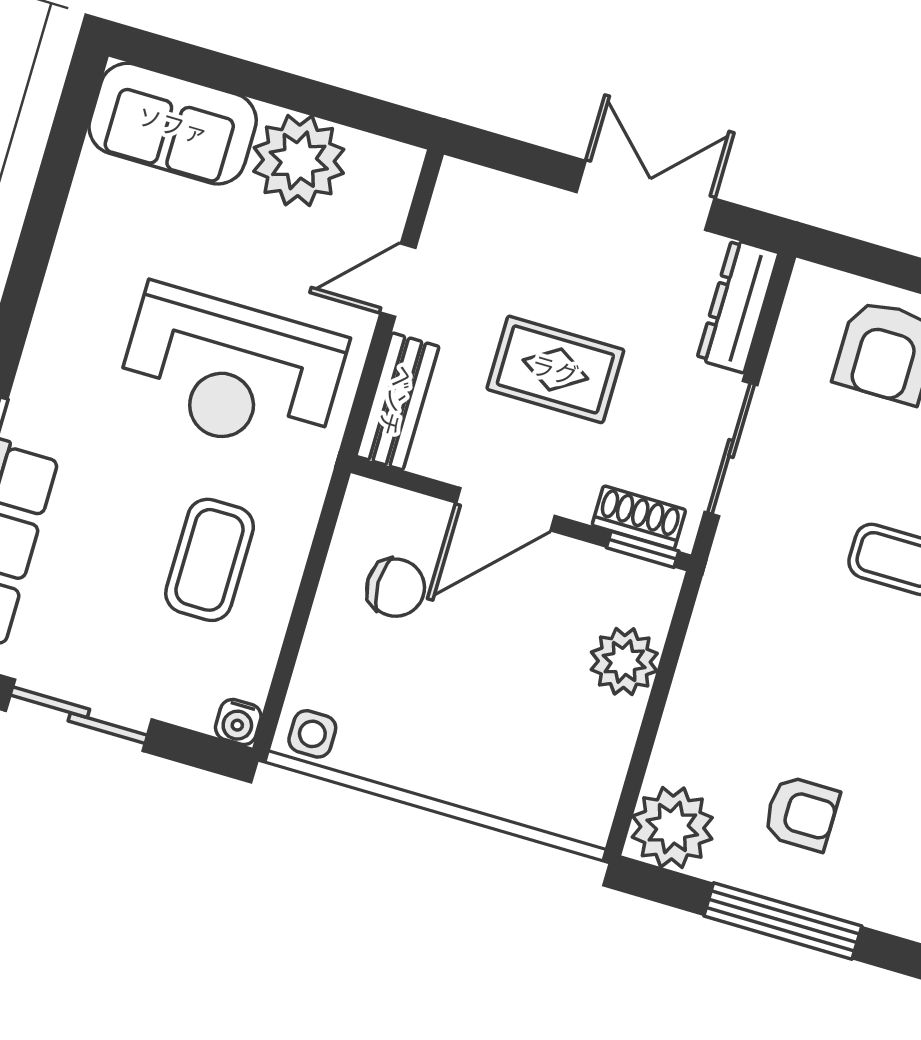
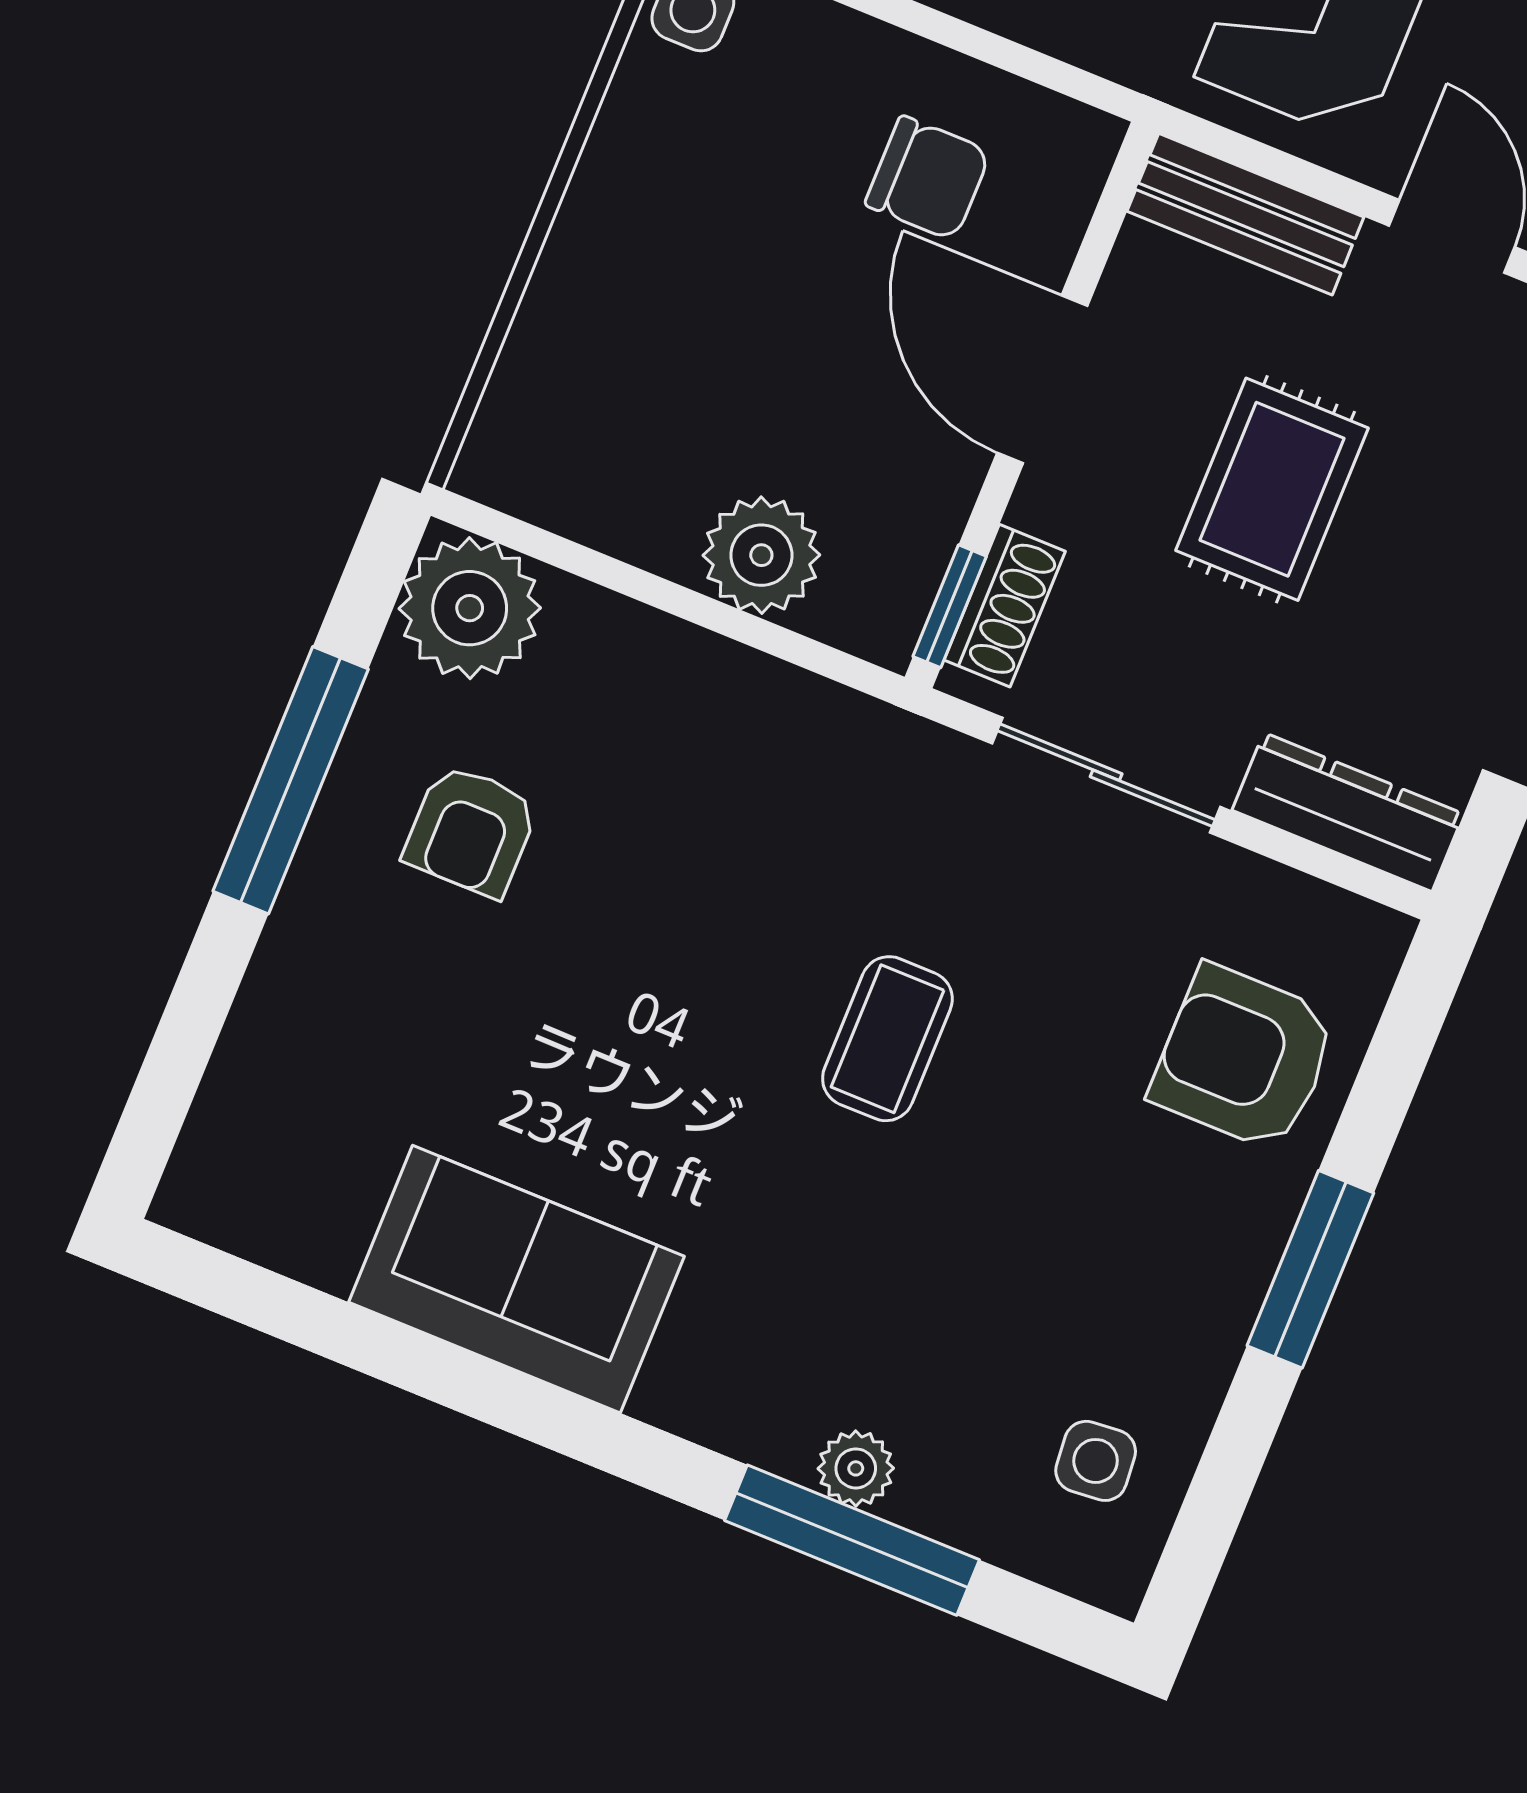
chair: (396, 588) -> (928, 178), turned -90

